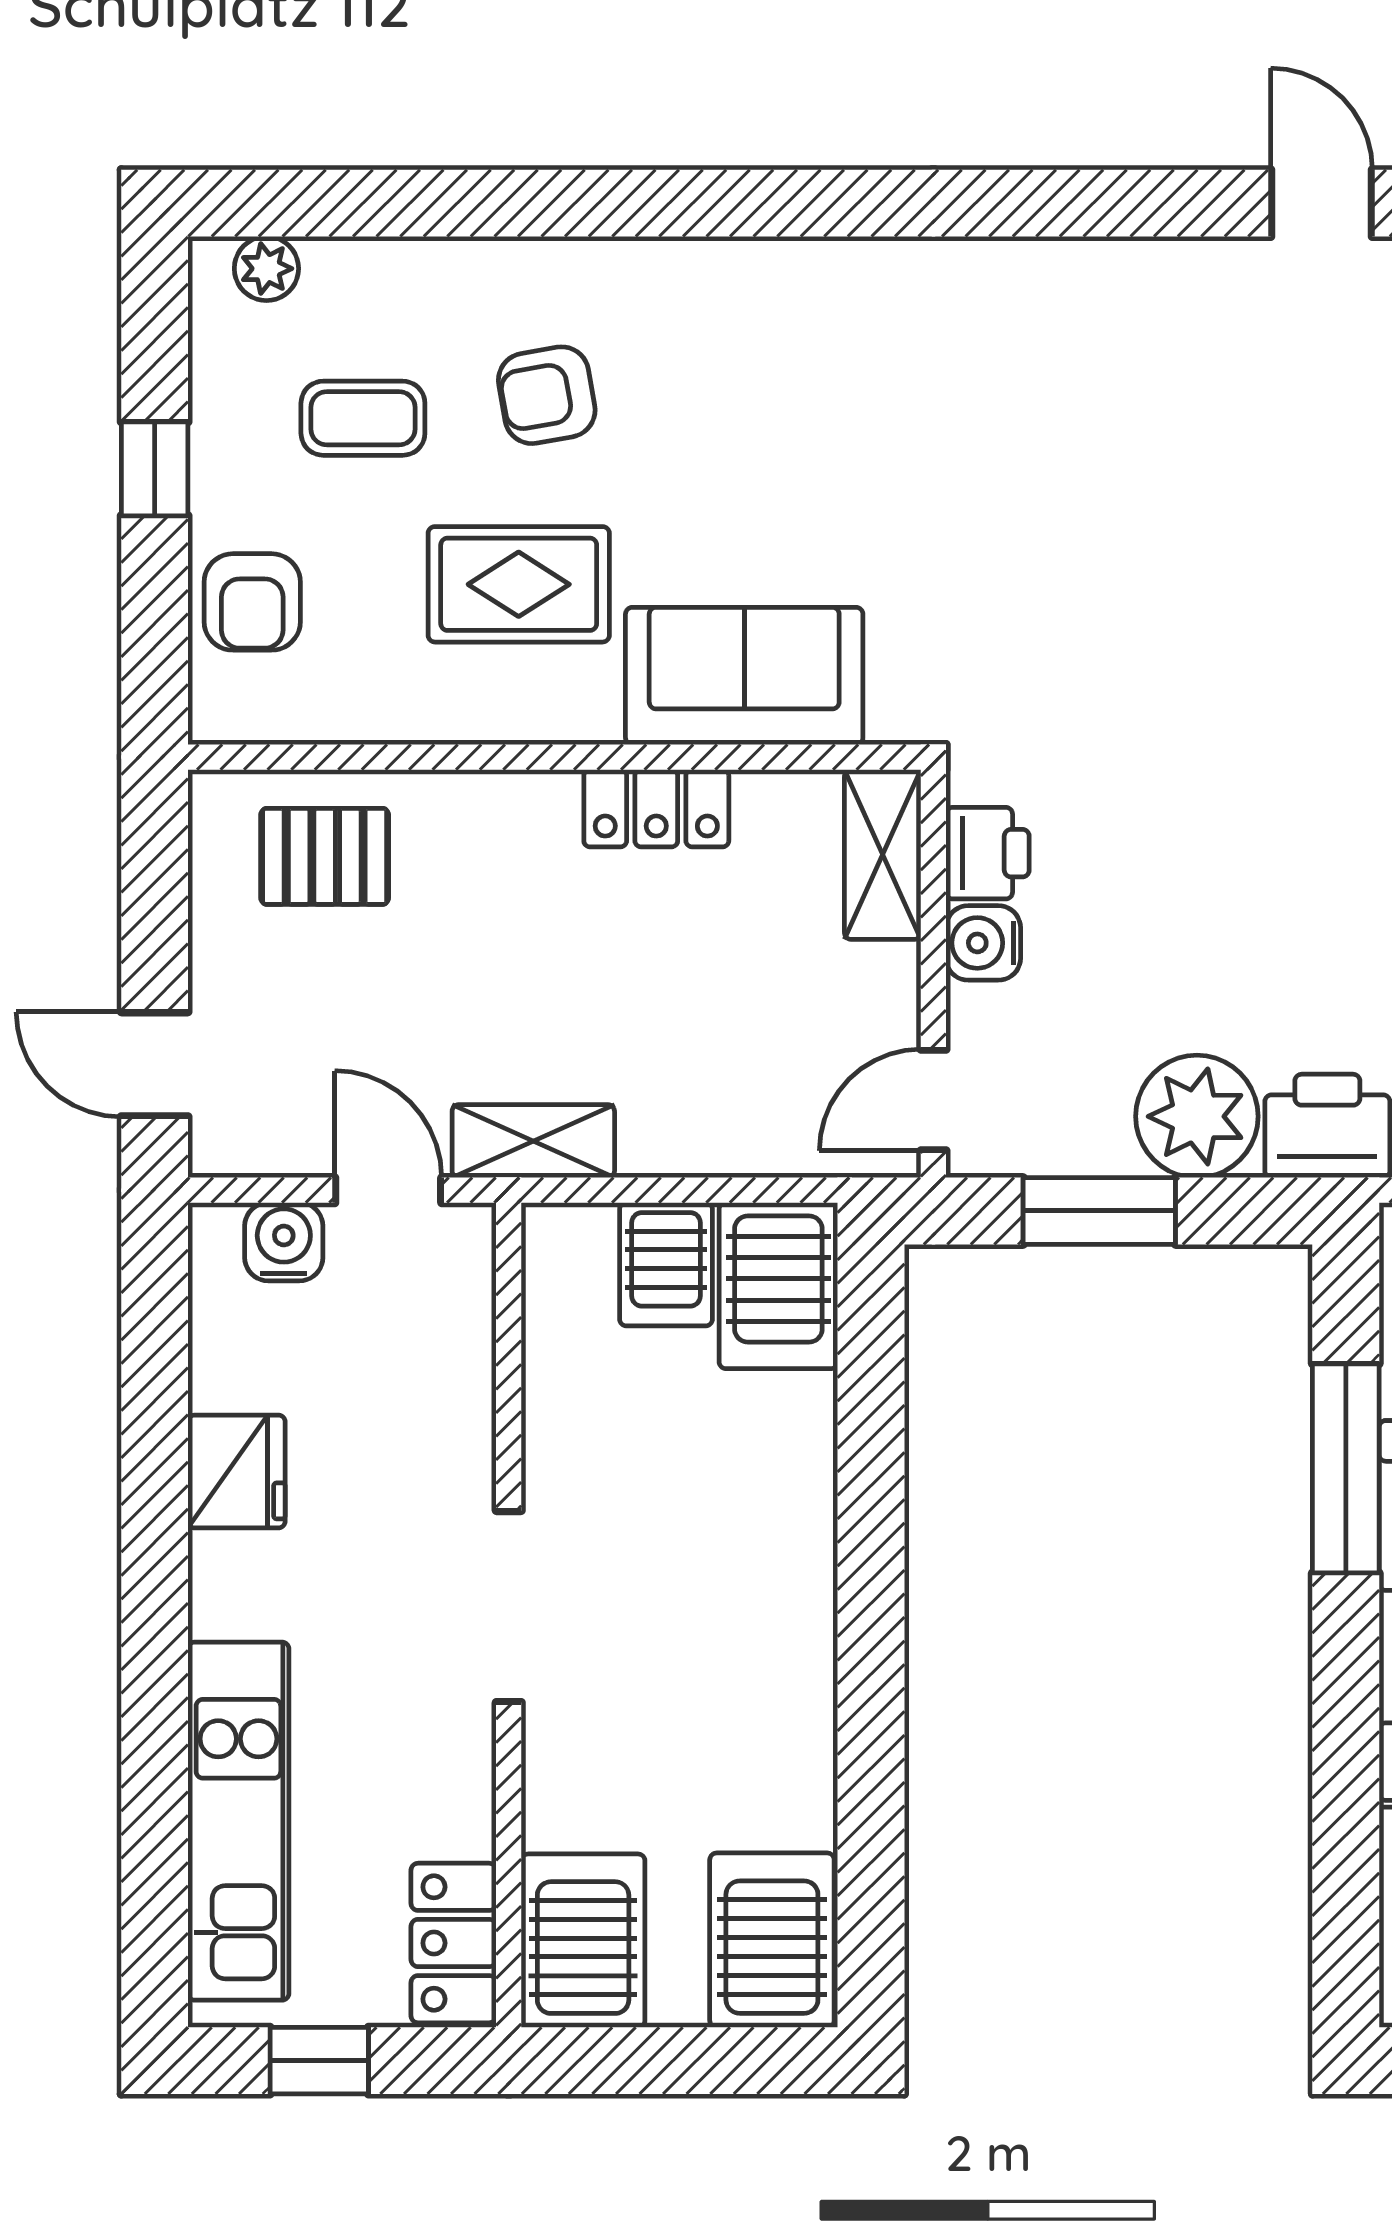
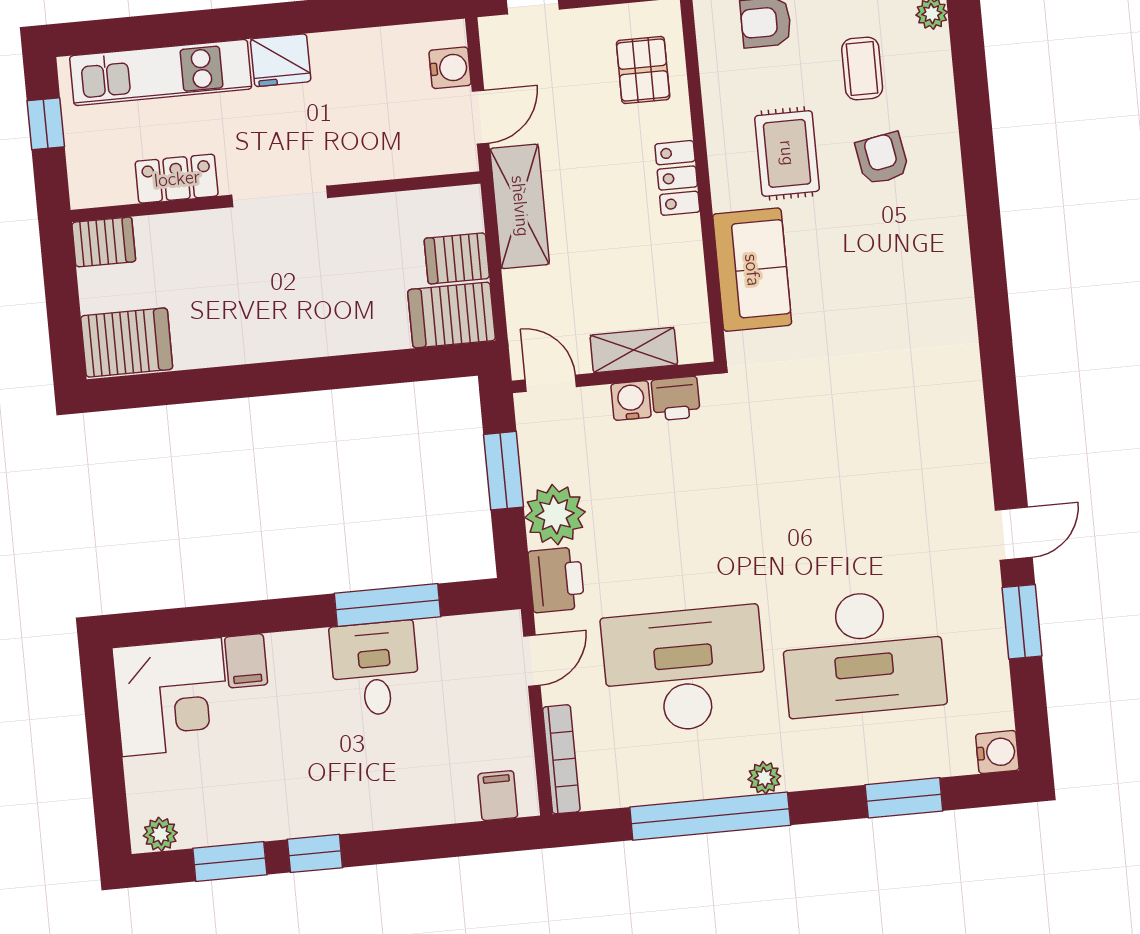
locker: (656, 808) -> (677, 178), moved
shelving: (883, 854) -> (634, 350), moved
shelving: (533, 1141) -> (520, 206), width x1.50, depth x1.33
fridge: (237, 1472) -> (281, 60), moved
server rack: (583, 1941) -> (104, 242), width x0.73, depth x0.70
locker: (454, 1943) -> (177, 179), moved

